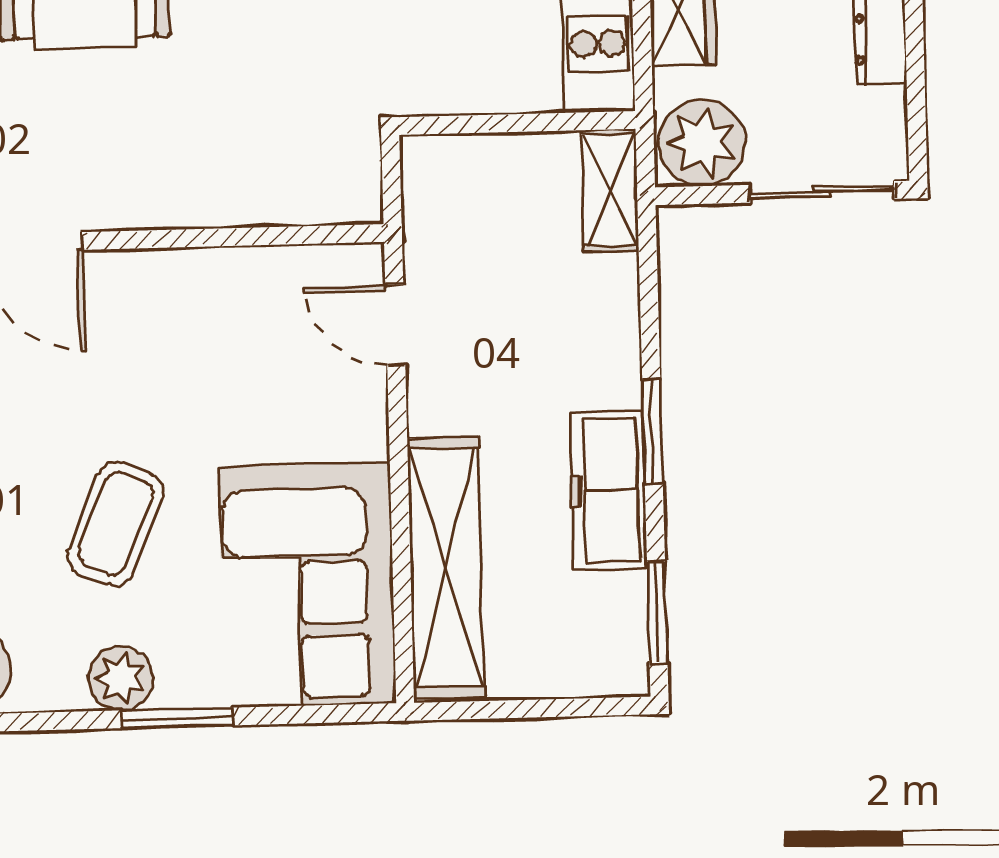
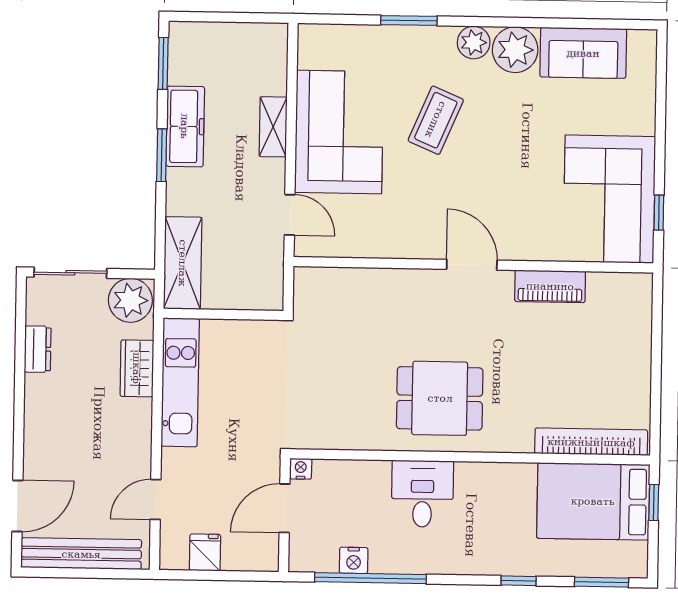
shelving: (610, 190) -> (183, 263), width x1.50, depth x1.33
shelving: (446, 567) -> (273, 127), width x0.45, depth x0.75
corner sofa: (307, 585) -> (339, 132), moved
plant: (121, 678) -> (474, 43), moved

